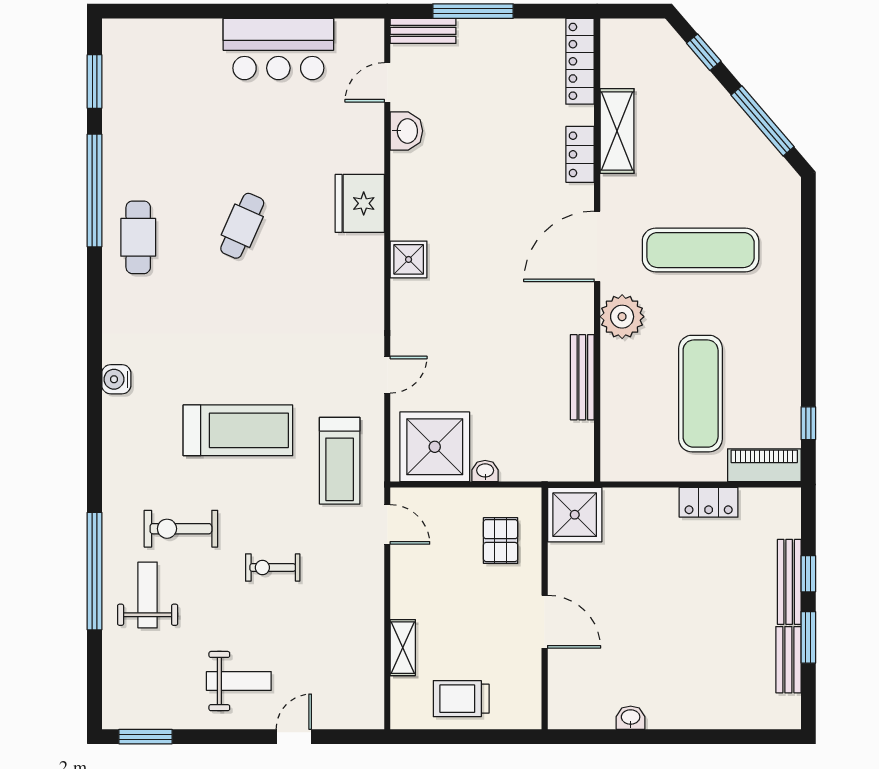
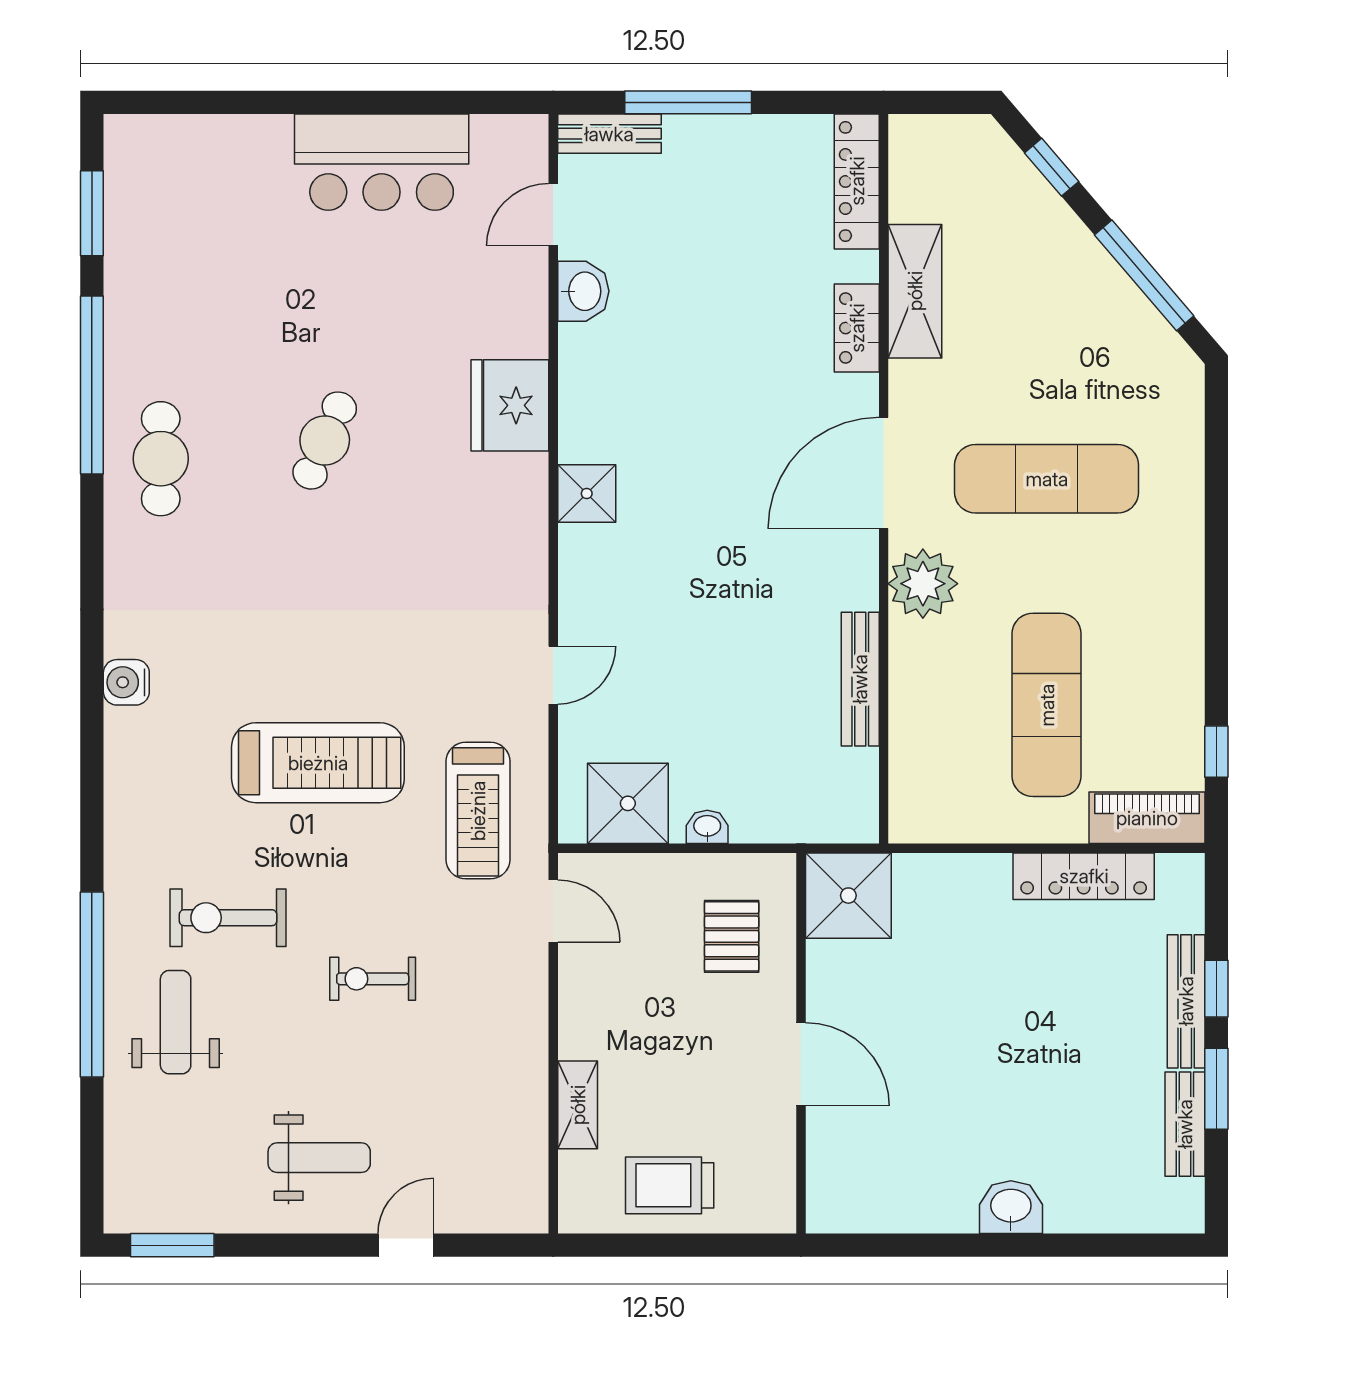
shower: (435, 447) -> (628, 803), width x0.73, depth x0.73
locker: (709, 502) -> (1084, 876), width x1.53
washbasin: (631, 718) -> (1011, 1207), moved, width x1.38, depth x1.45

